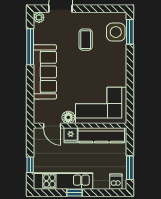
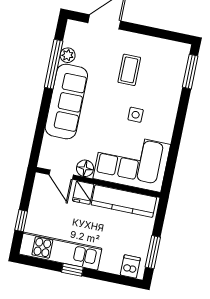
plant: (39, 17) -> (68, 55), moved
side table: (116, 32) -> (136, 115), moved, width x0.54, depth x0.54

